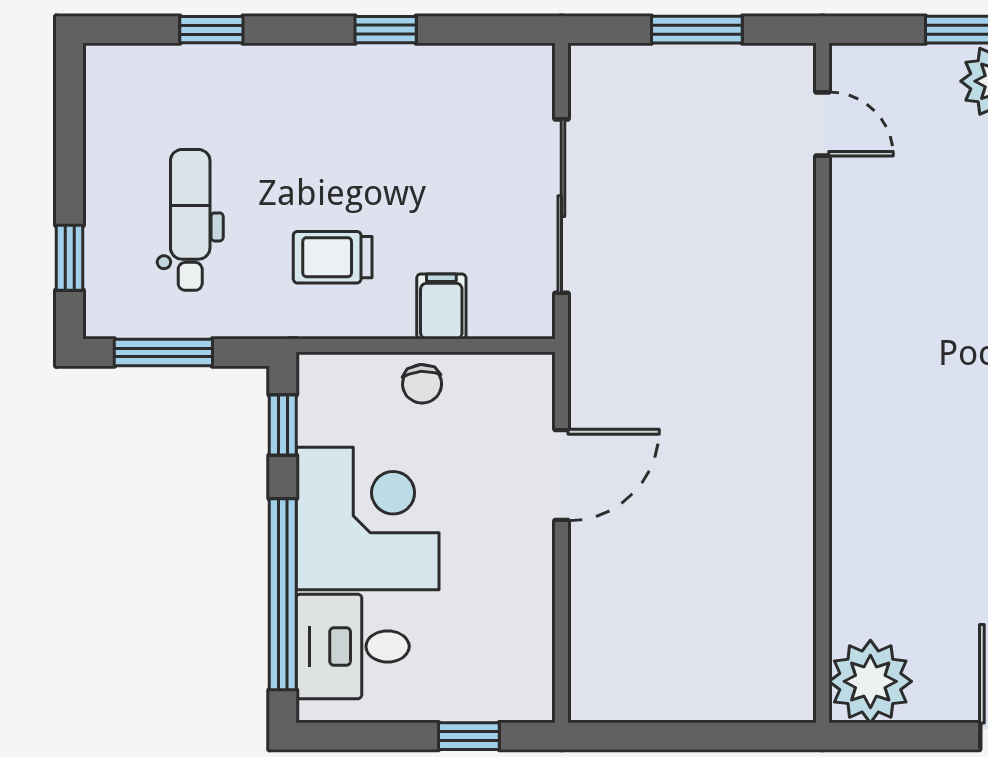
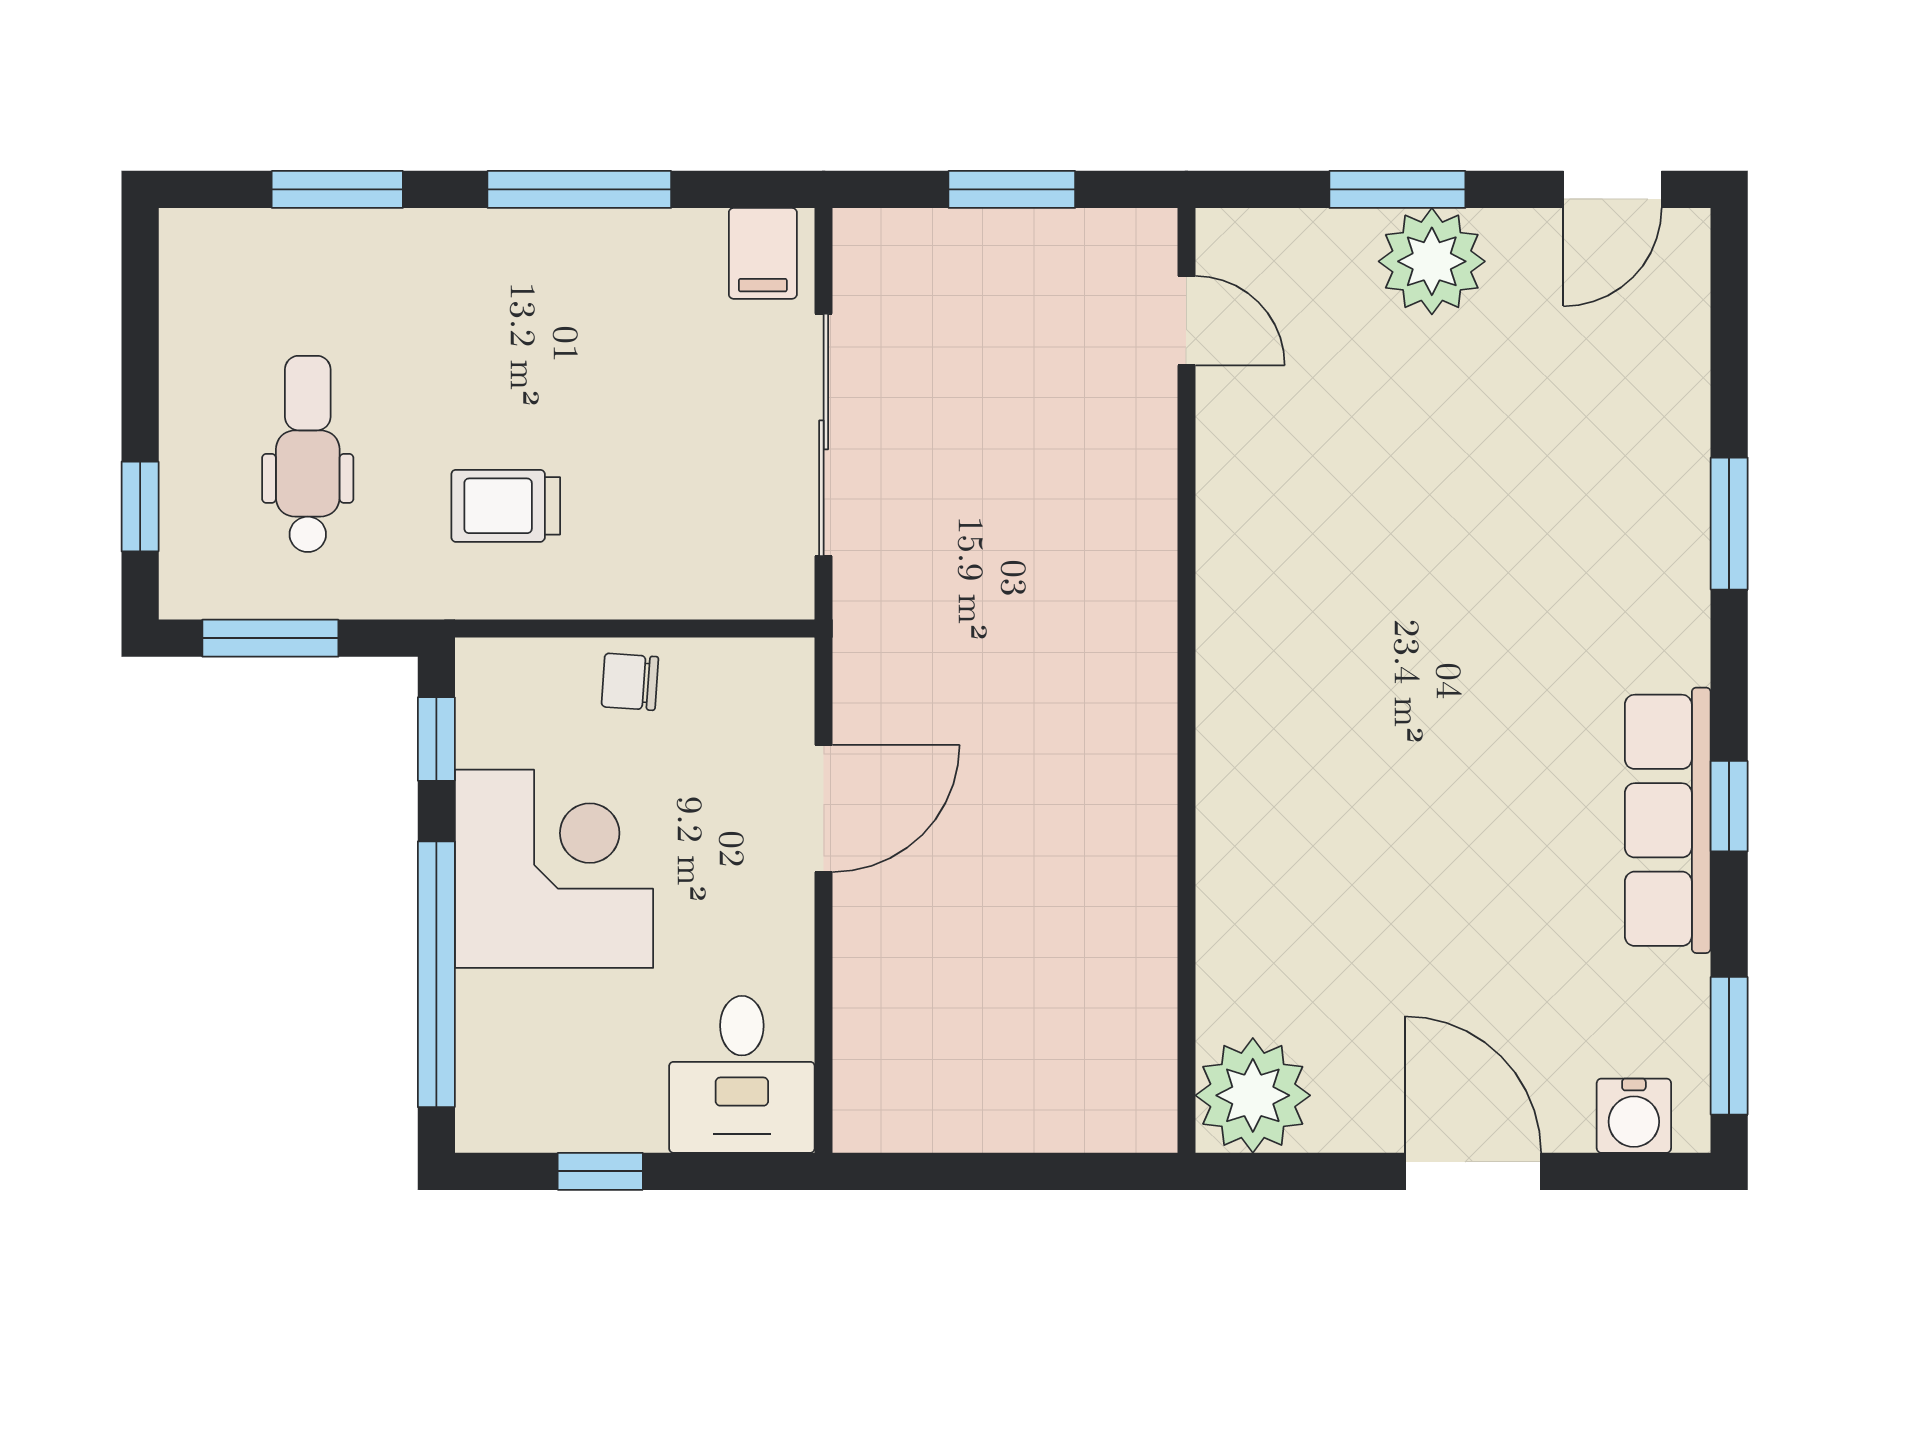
window: (211, 30) -> (337, 189), width x1.50
window: (386, 30) -> (579, 189), width x2.17
filing cabinet: (441, 307) -> (763, 253), moved, turned 180
chair: (422, 384) -> (630, 682), turned 98
desk: (353, 646) -> (742, 1074), moved, turned -90
window: (469, 736) -> (600, 1171), moved

